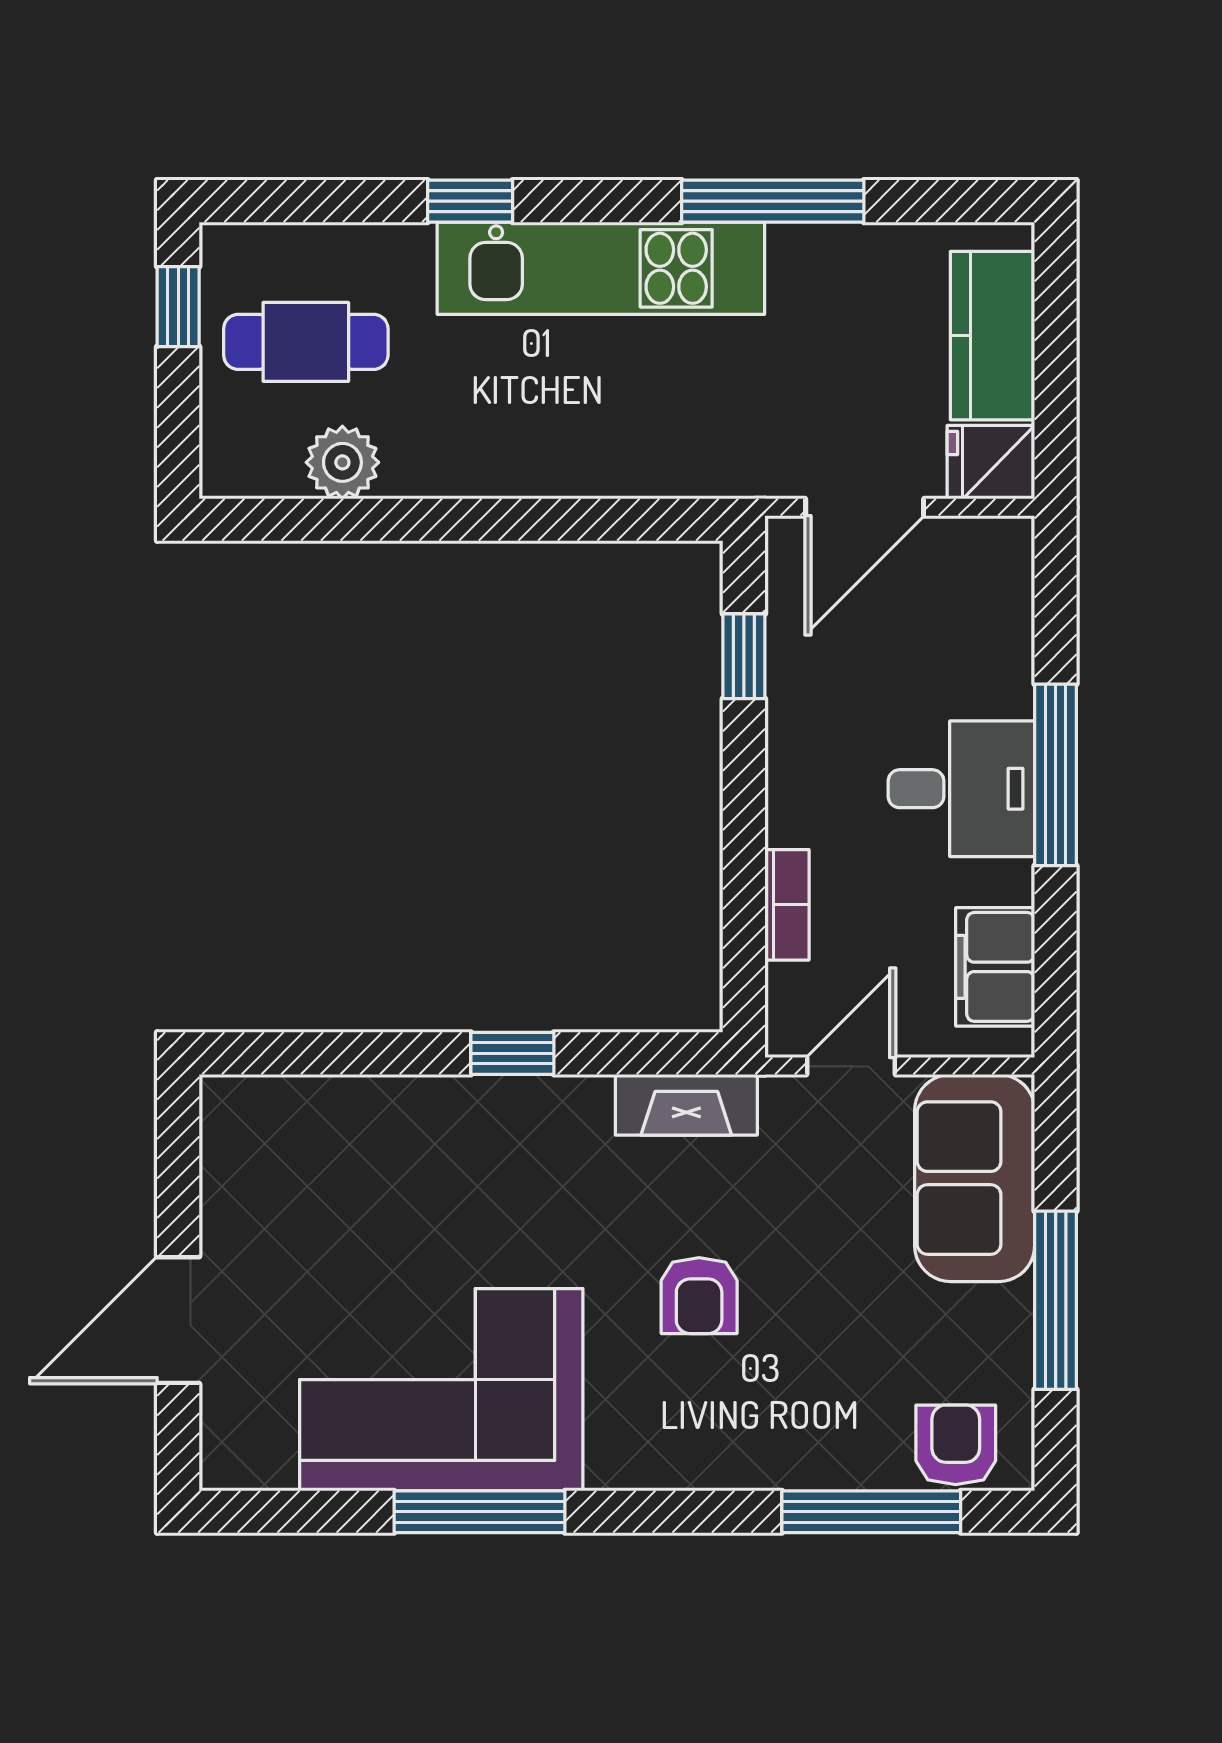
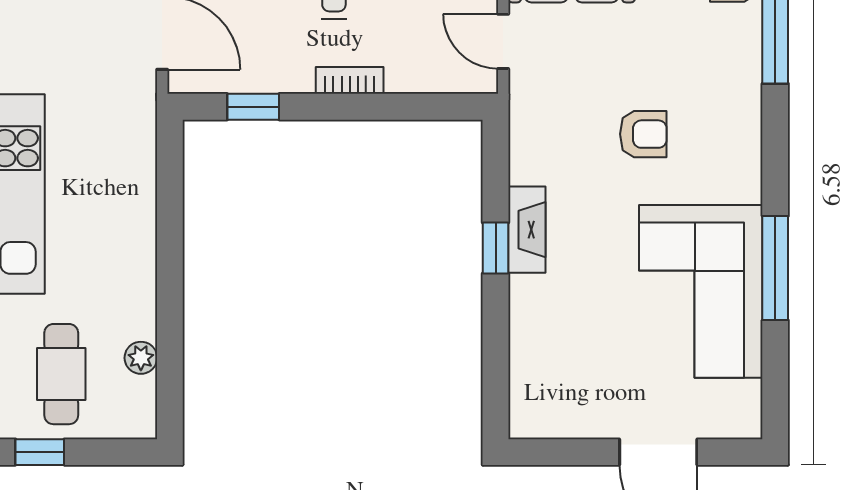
plant: (342, 462) -> (141, 358), width x0.73, depth x0.73
bookcase: (787, 905) -> (350, 80), moved
fireplace: (686, 1105) -> (527, 230), moved

